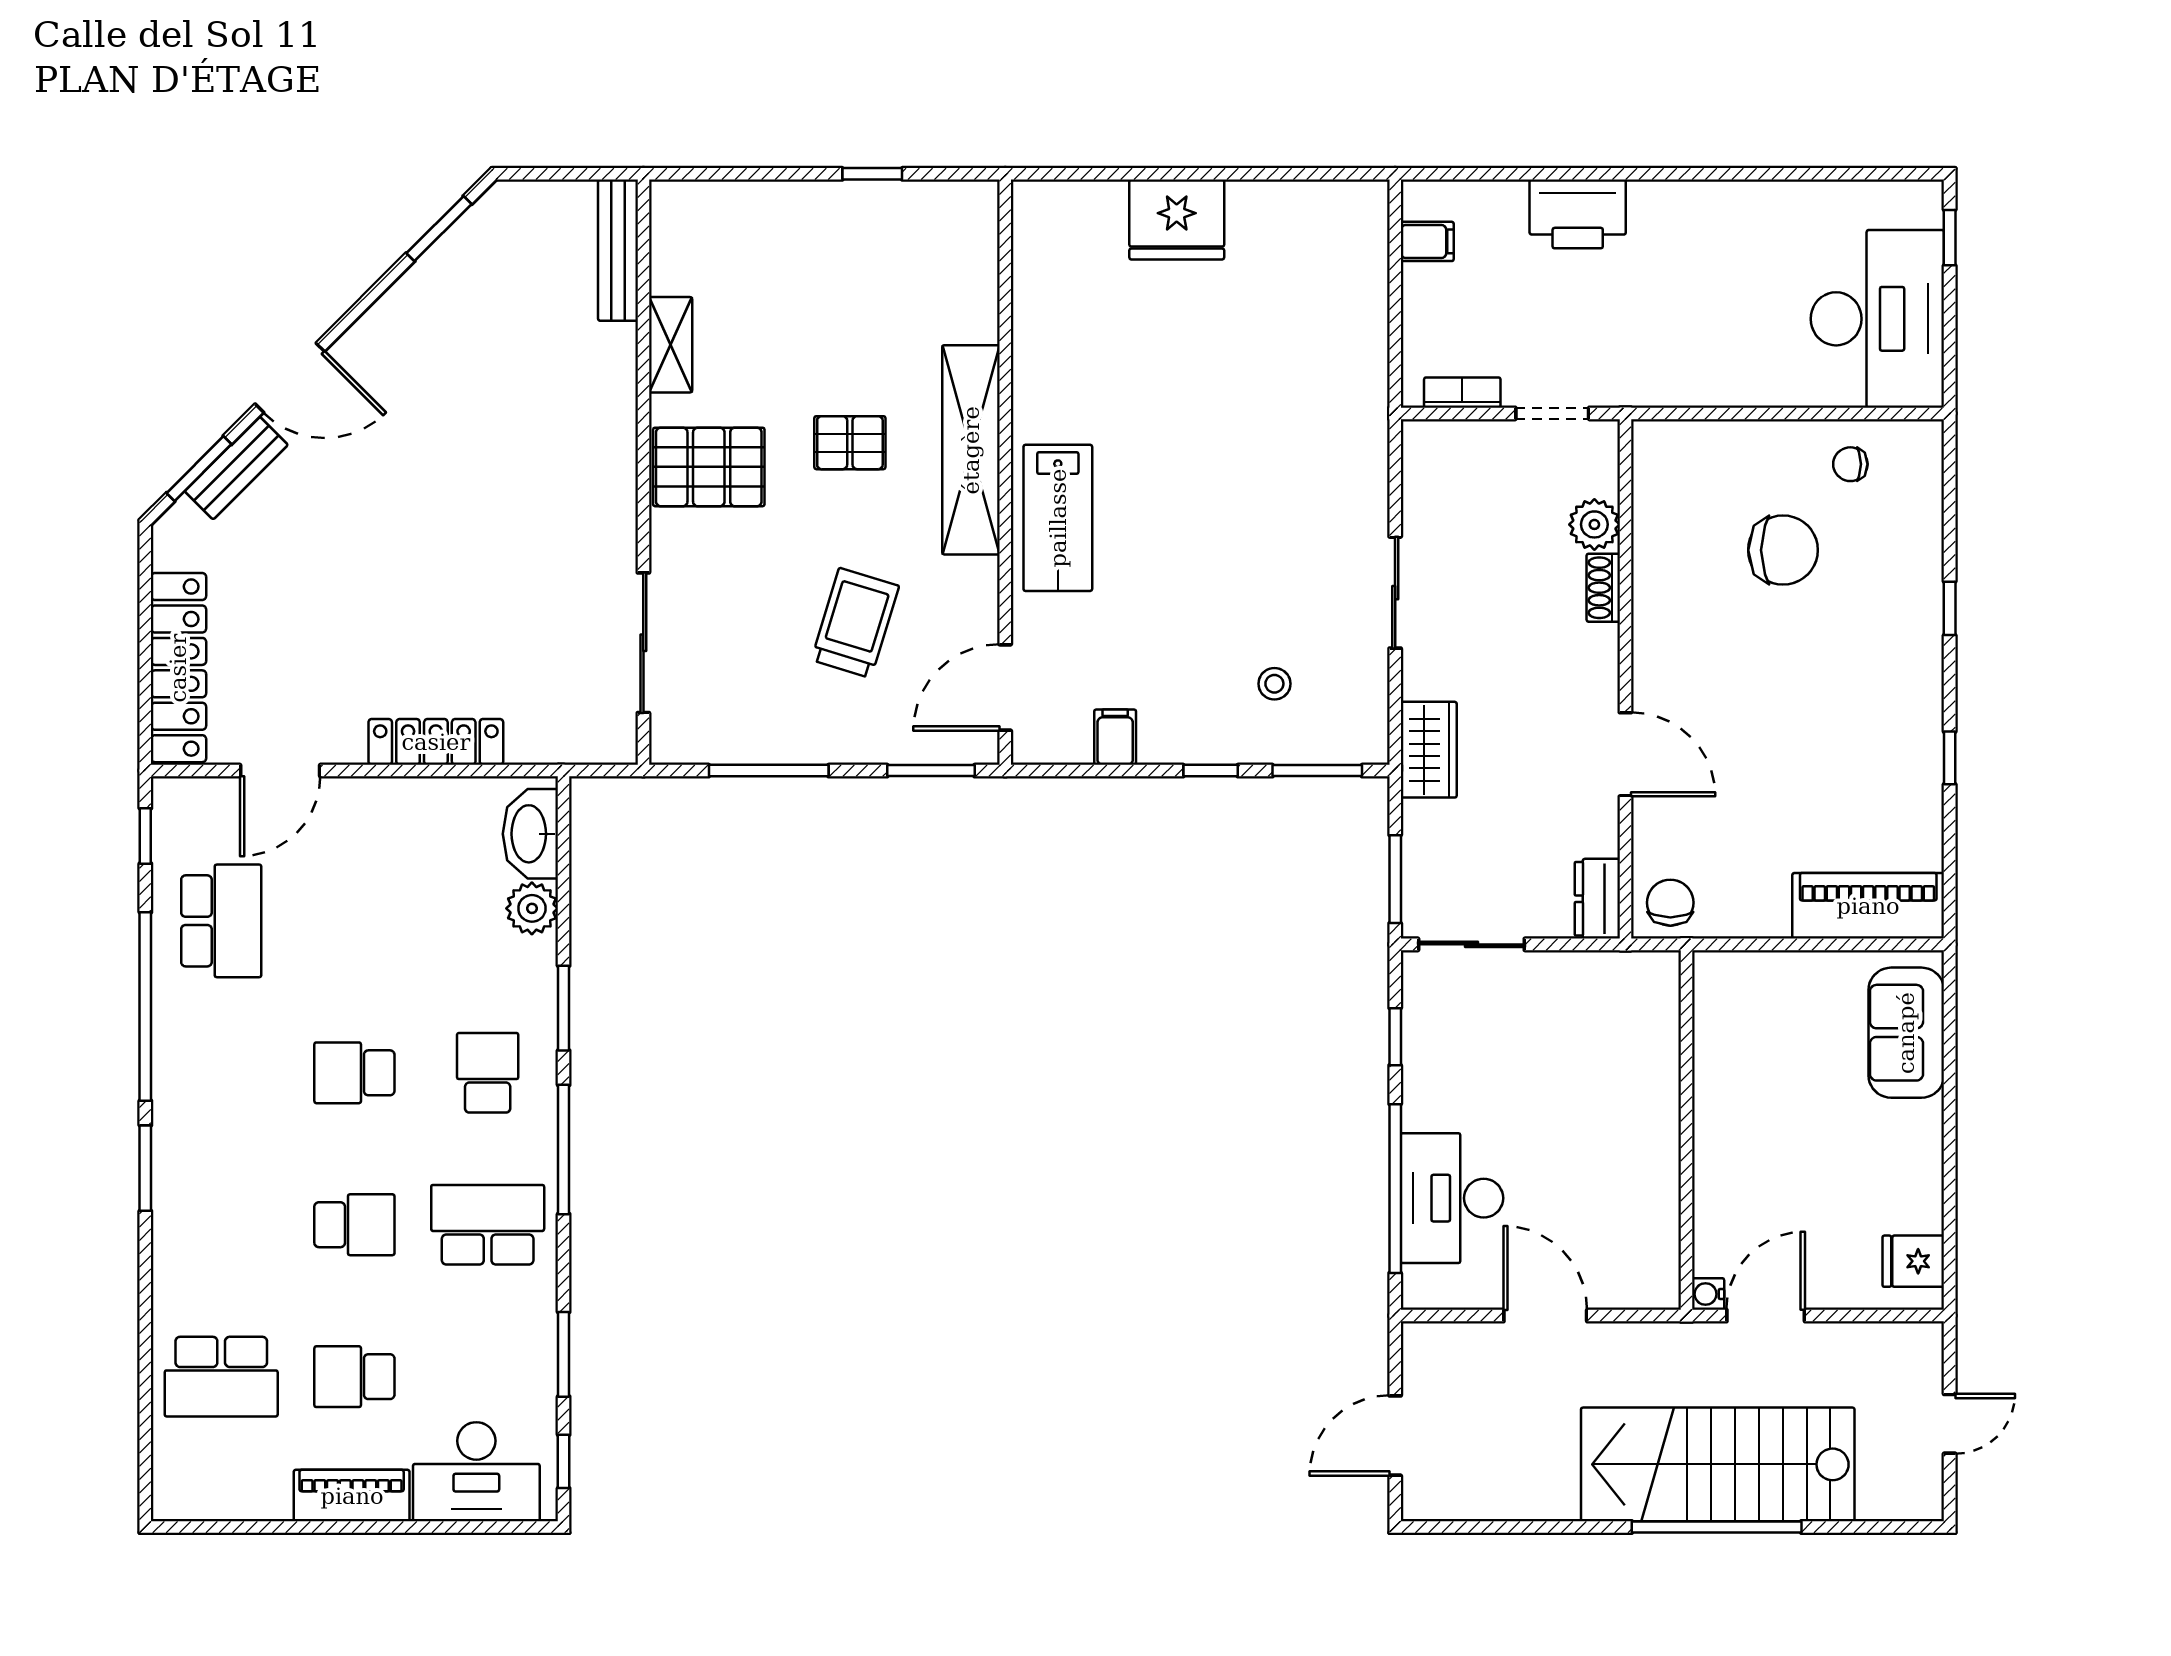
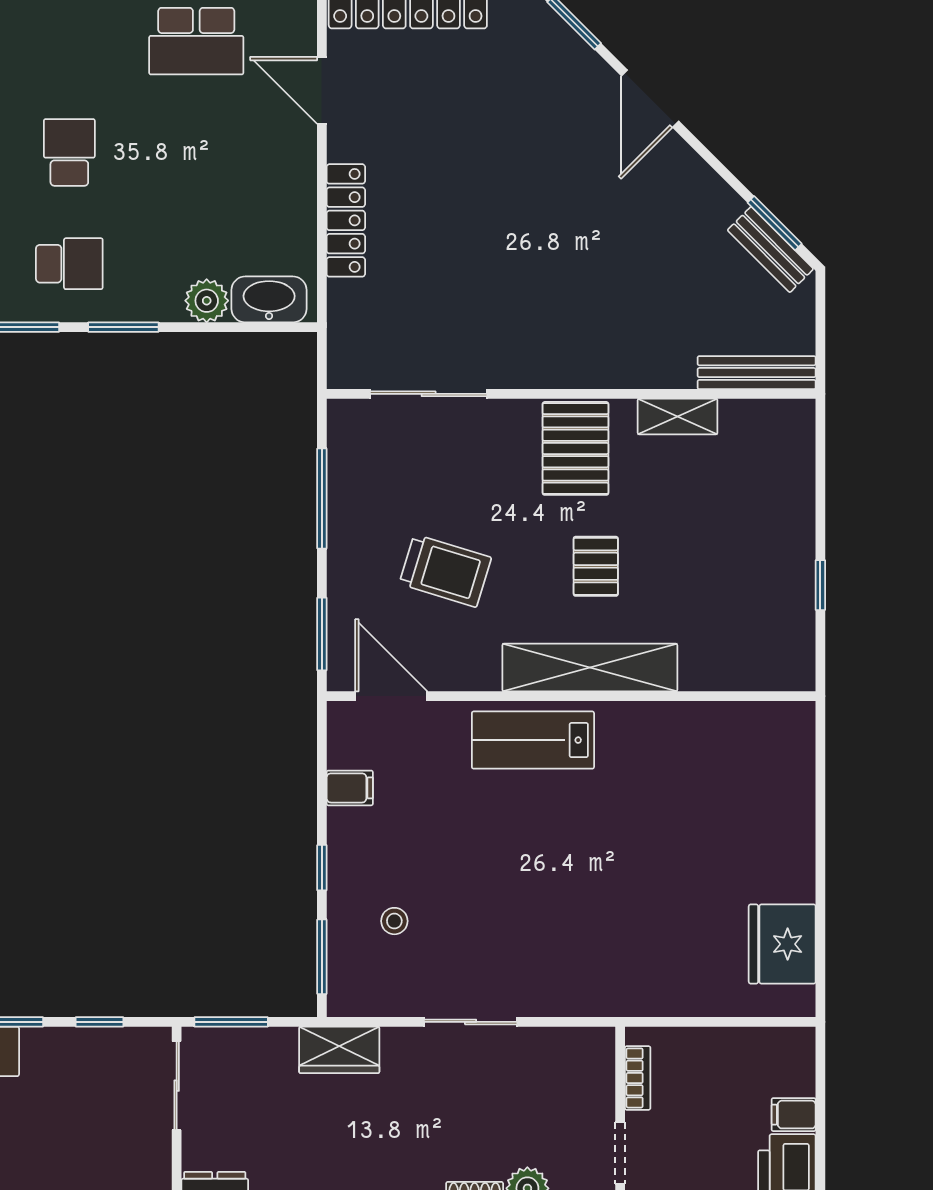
fridge: (1177, 219) -> (782, 944), moved
filing cabinet: (1427, 241) -> (794, 1115), moved, turned 90
bench: (236, 468) -> (770, 250), moved

